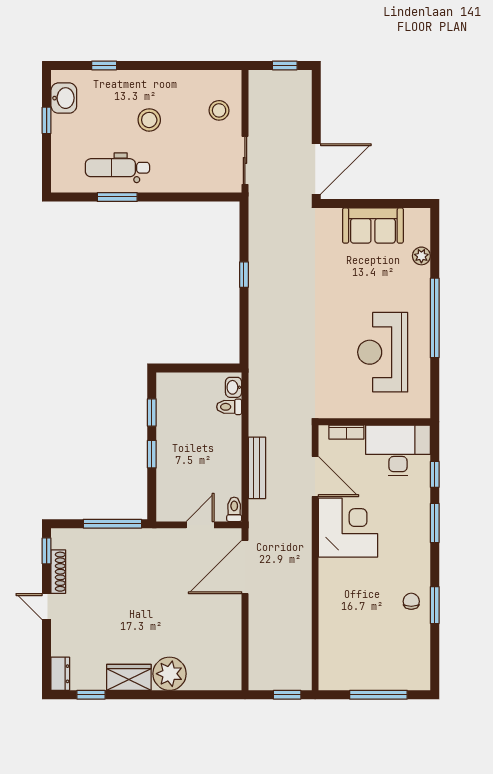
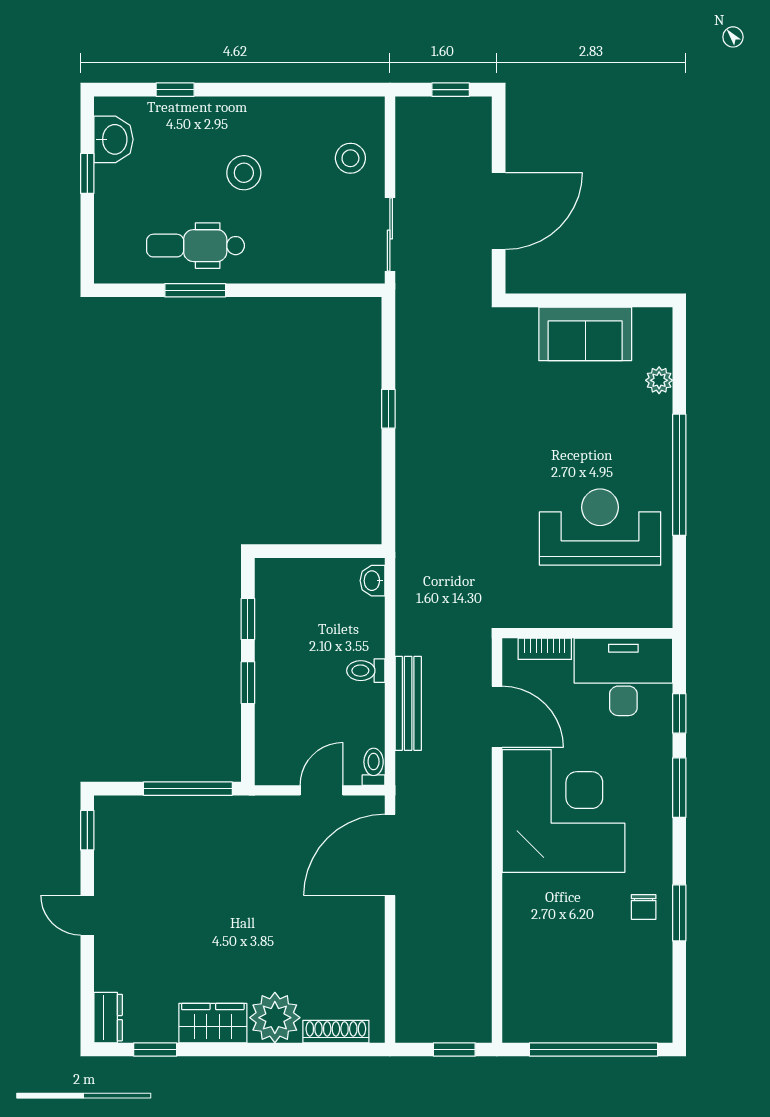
door: (316, 169) -> (499, 211), moved
reception desk: (383, 352) -> (600, 527), turned 90
toilet: (229, 407) -> (366, 671), moved
corner desk: (348, 528) -> (563, 811), width x1.36, depth x1.36
shoe rack: (58, 572) -> (336, 1032), moved, turned -90
chair: (411, 601) -> (644, 907), turned 180
window: (378, 695) -> (594, 1050), width x1.46

